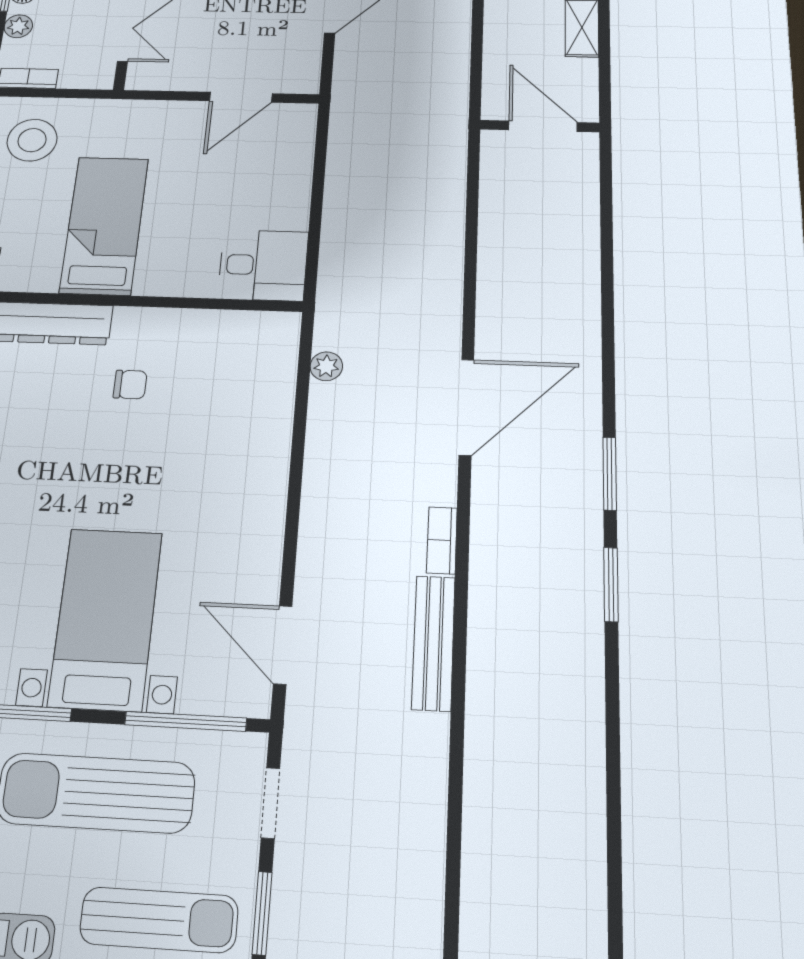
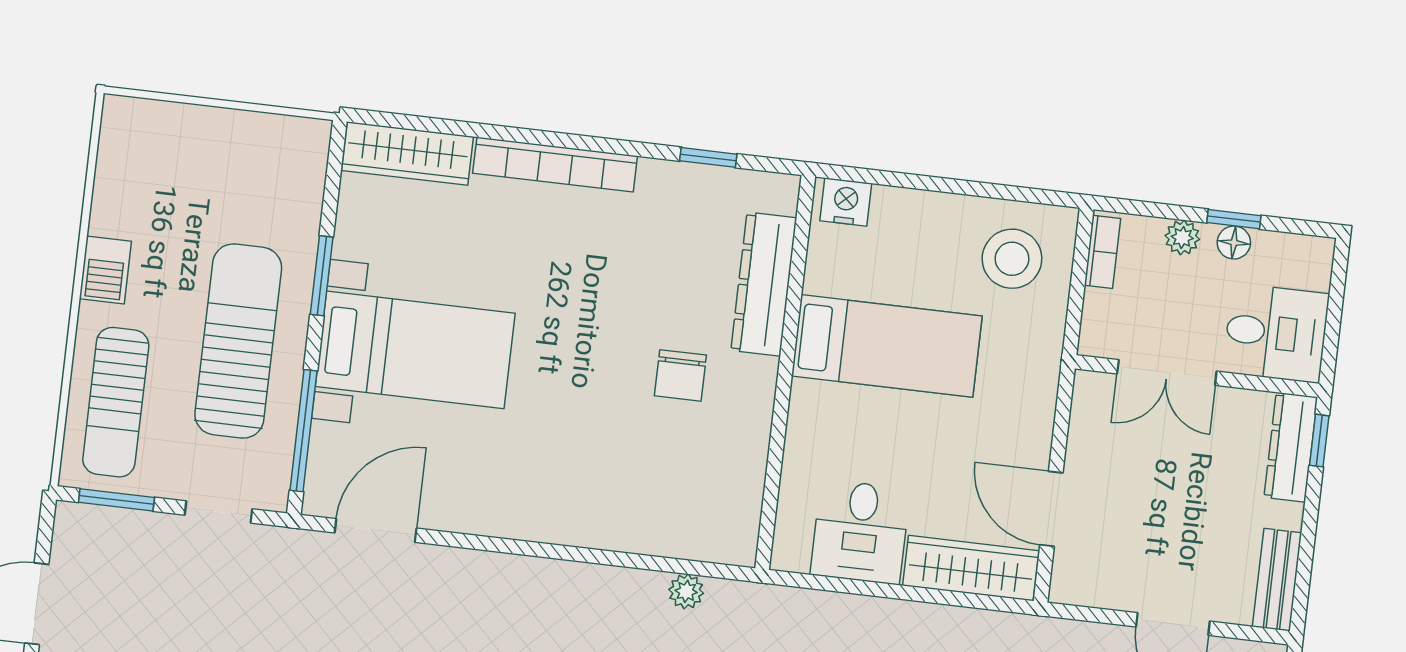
wardrobe: (293, 150) -> (971, 568), added
desk: (263, 265) -> (860, 532), moved
chair: (130, 385) -> (680, 375), width x1.37, depth x1.37

